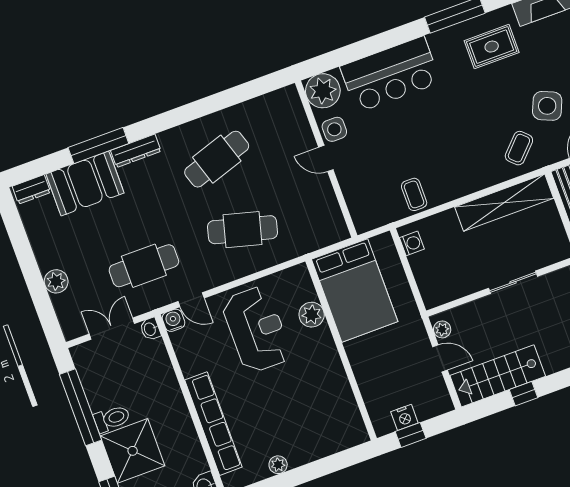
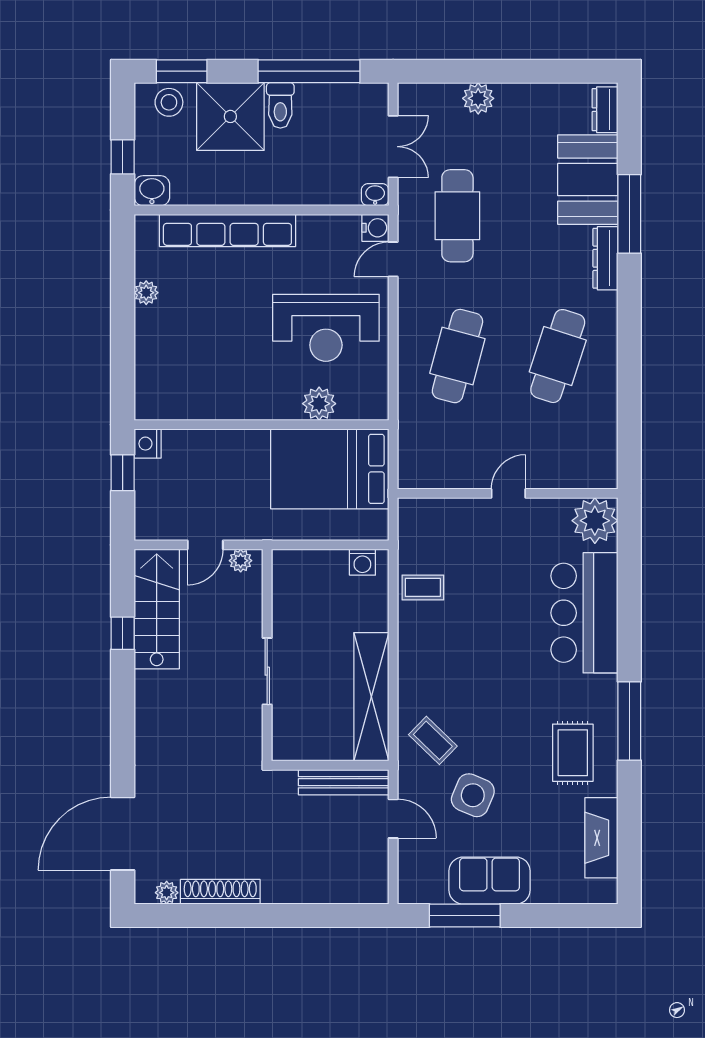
side table: (334, 129) -> (541, 517), removed
cafe table: (217, 159) -> (558, 356), turned 36
nightstand: (404, 417) -> (148, 444), moved

